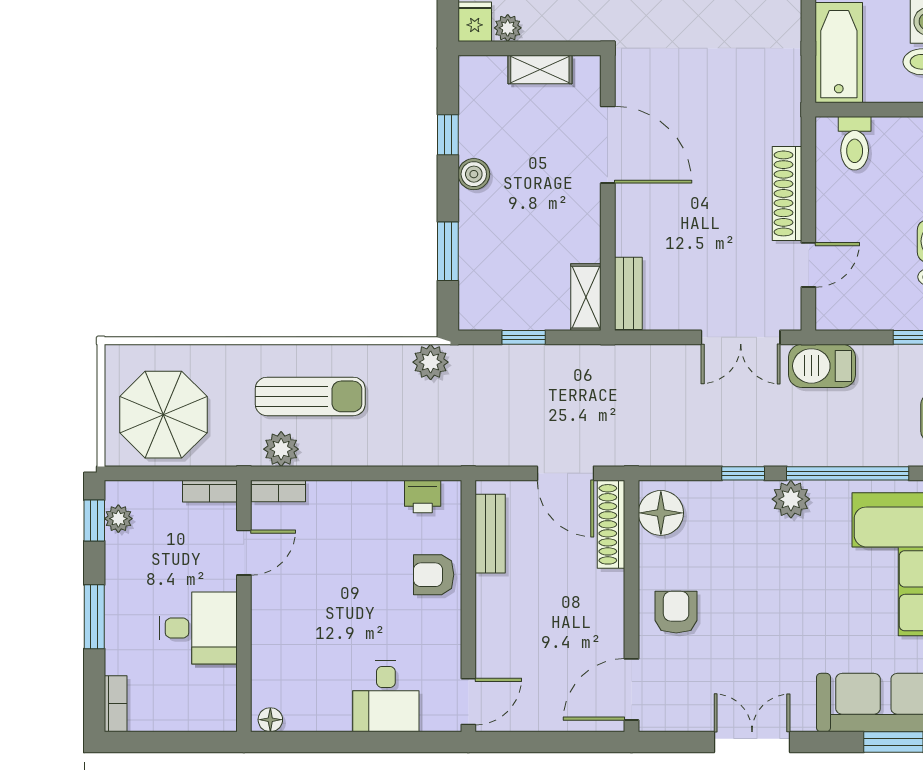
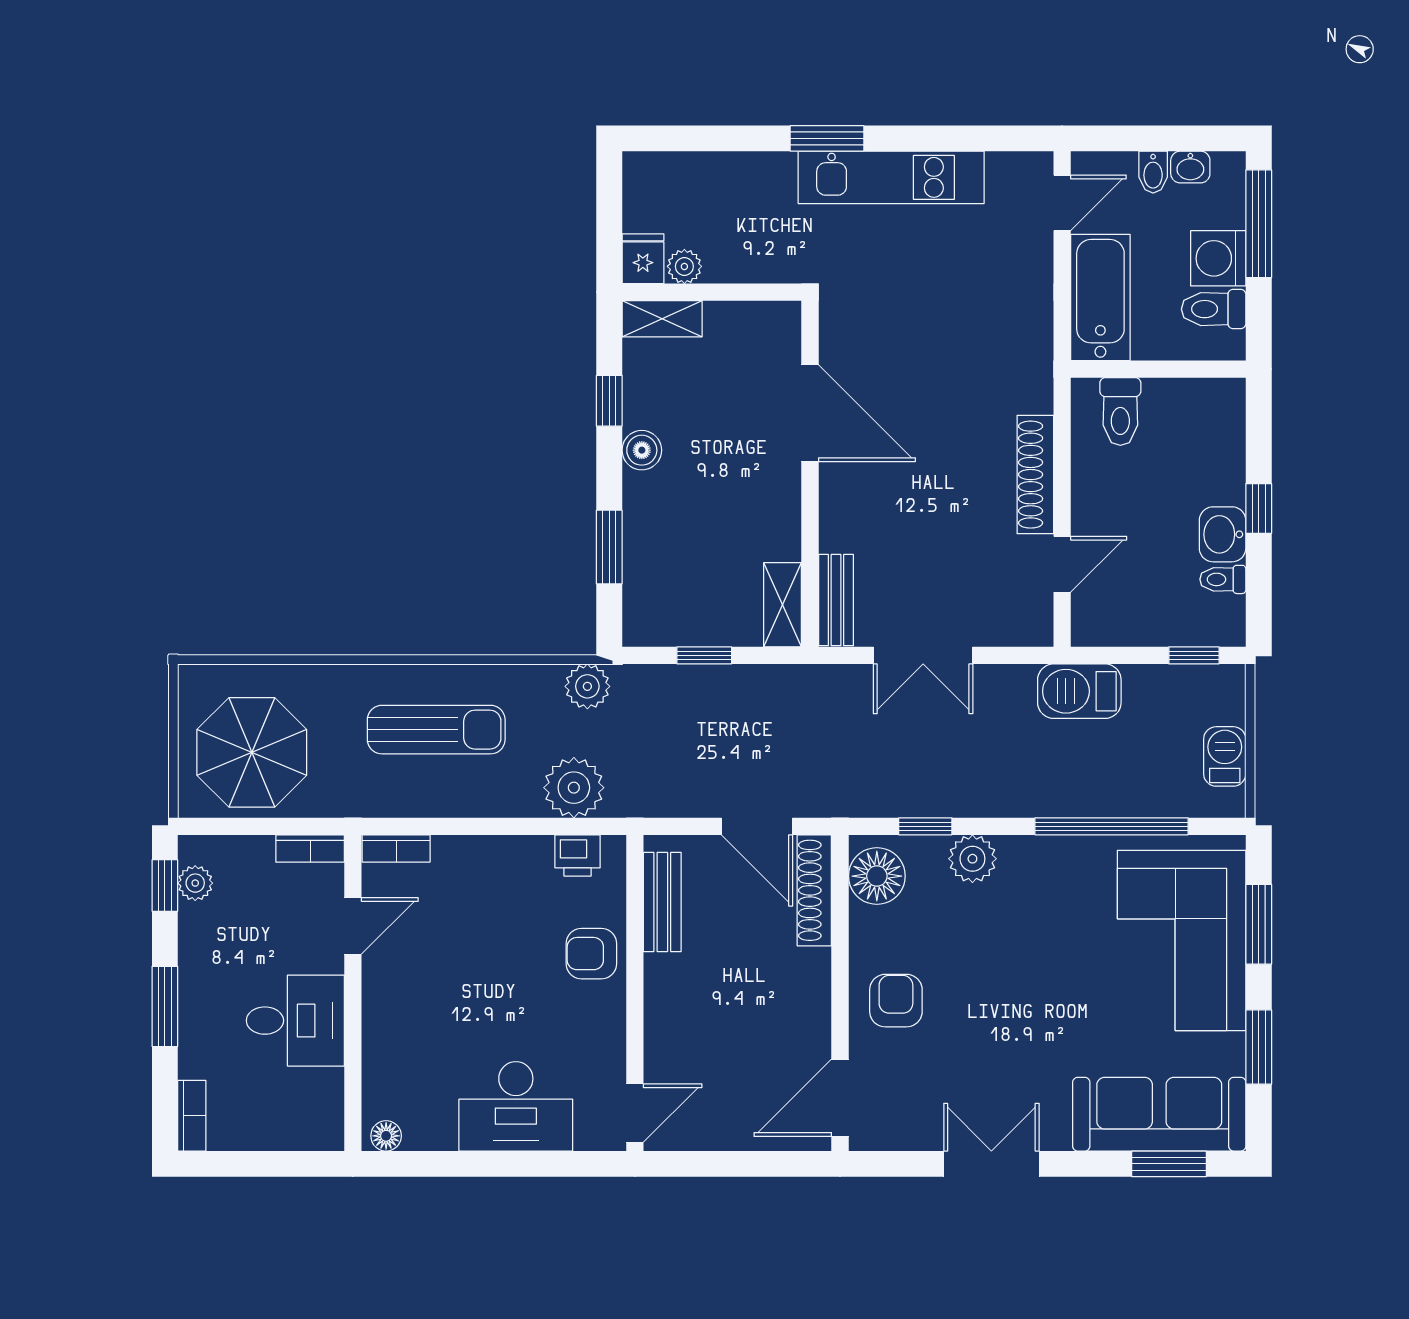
shelving: (540, 70) -> (662, 319), moved
double door: (741, 337) -> (923, 655), moved
plant: (281, 449) -> (574, 788), moved, width x1.36, depth x1.36
window: (743, 473) -> (925, 826), moved
plant: (791, 499) -> (972, 859), moved
desk: (386, 696) -> (516, 1106), width x1.37

